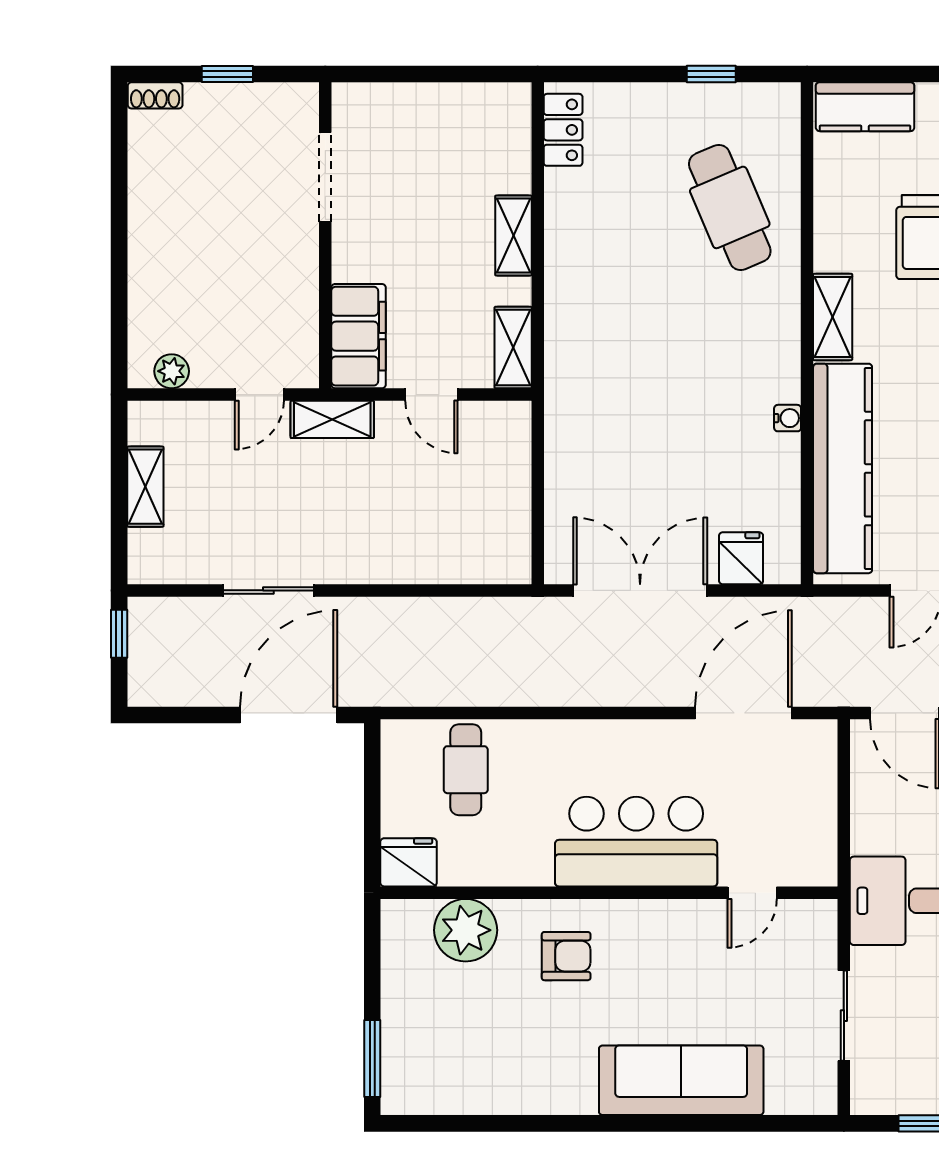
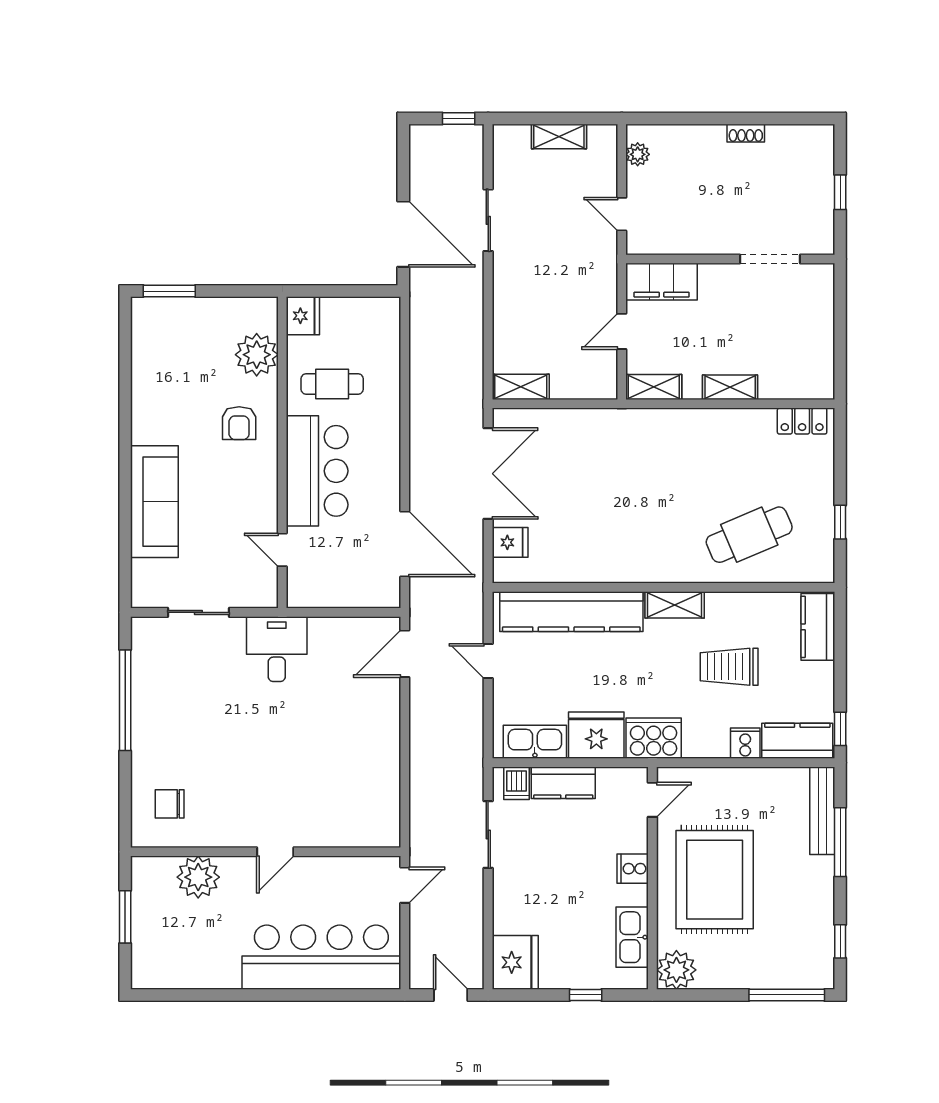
shoe rack: (155, 95) -> (746, 133), moved, turned -90
water cooler: (788, 418) -> (606, 574), removed
shelving: (332, 419) -> (521, 387), moved, turned 90
cafe table: (466, 770) -> (332, 384), moved

